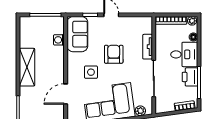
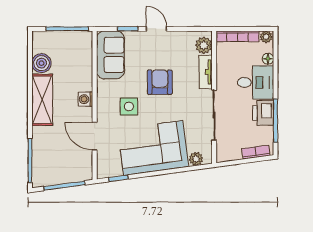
plant: (146, 27) -> (204, 45), added
boiler: (27, 40) -> (41, 63), added
washing machine: (59, 40) -> (85, 99), moved
door: (66, 94) -> (95, 136), hinge flipped

